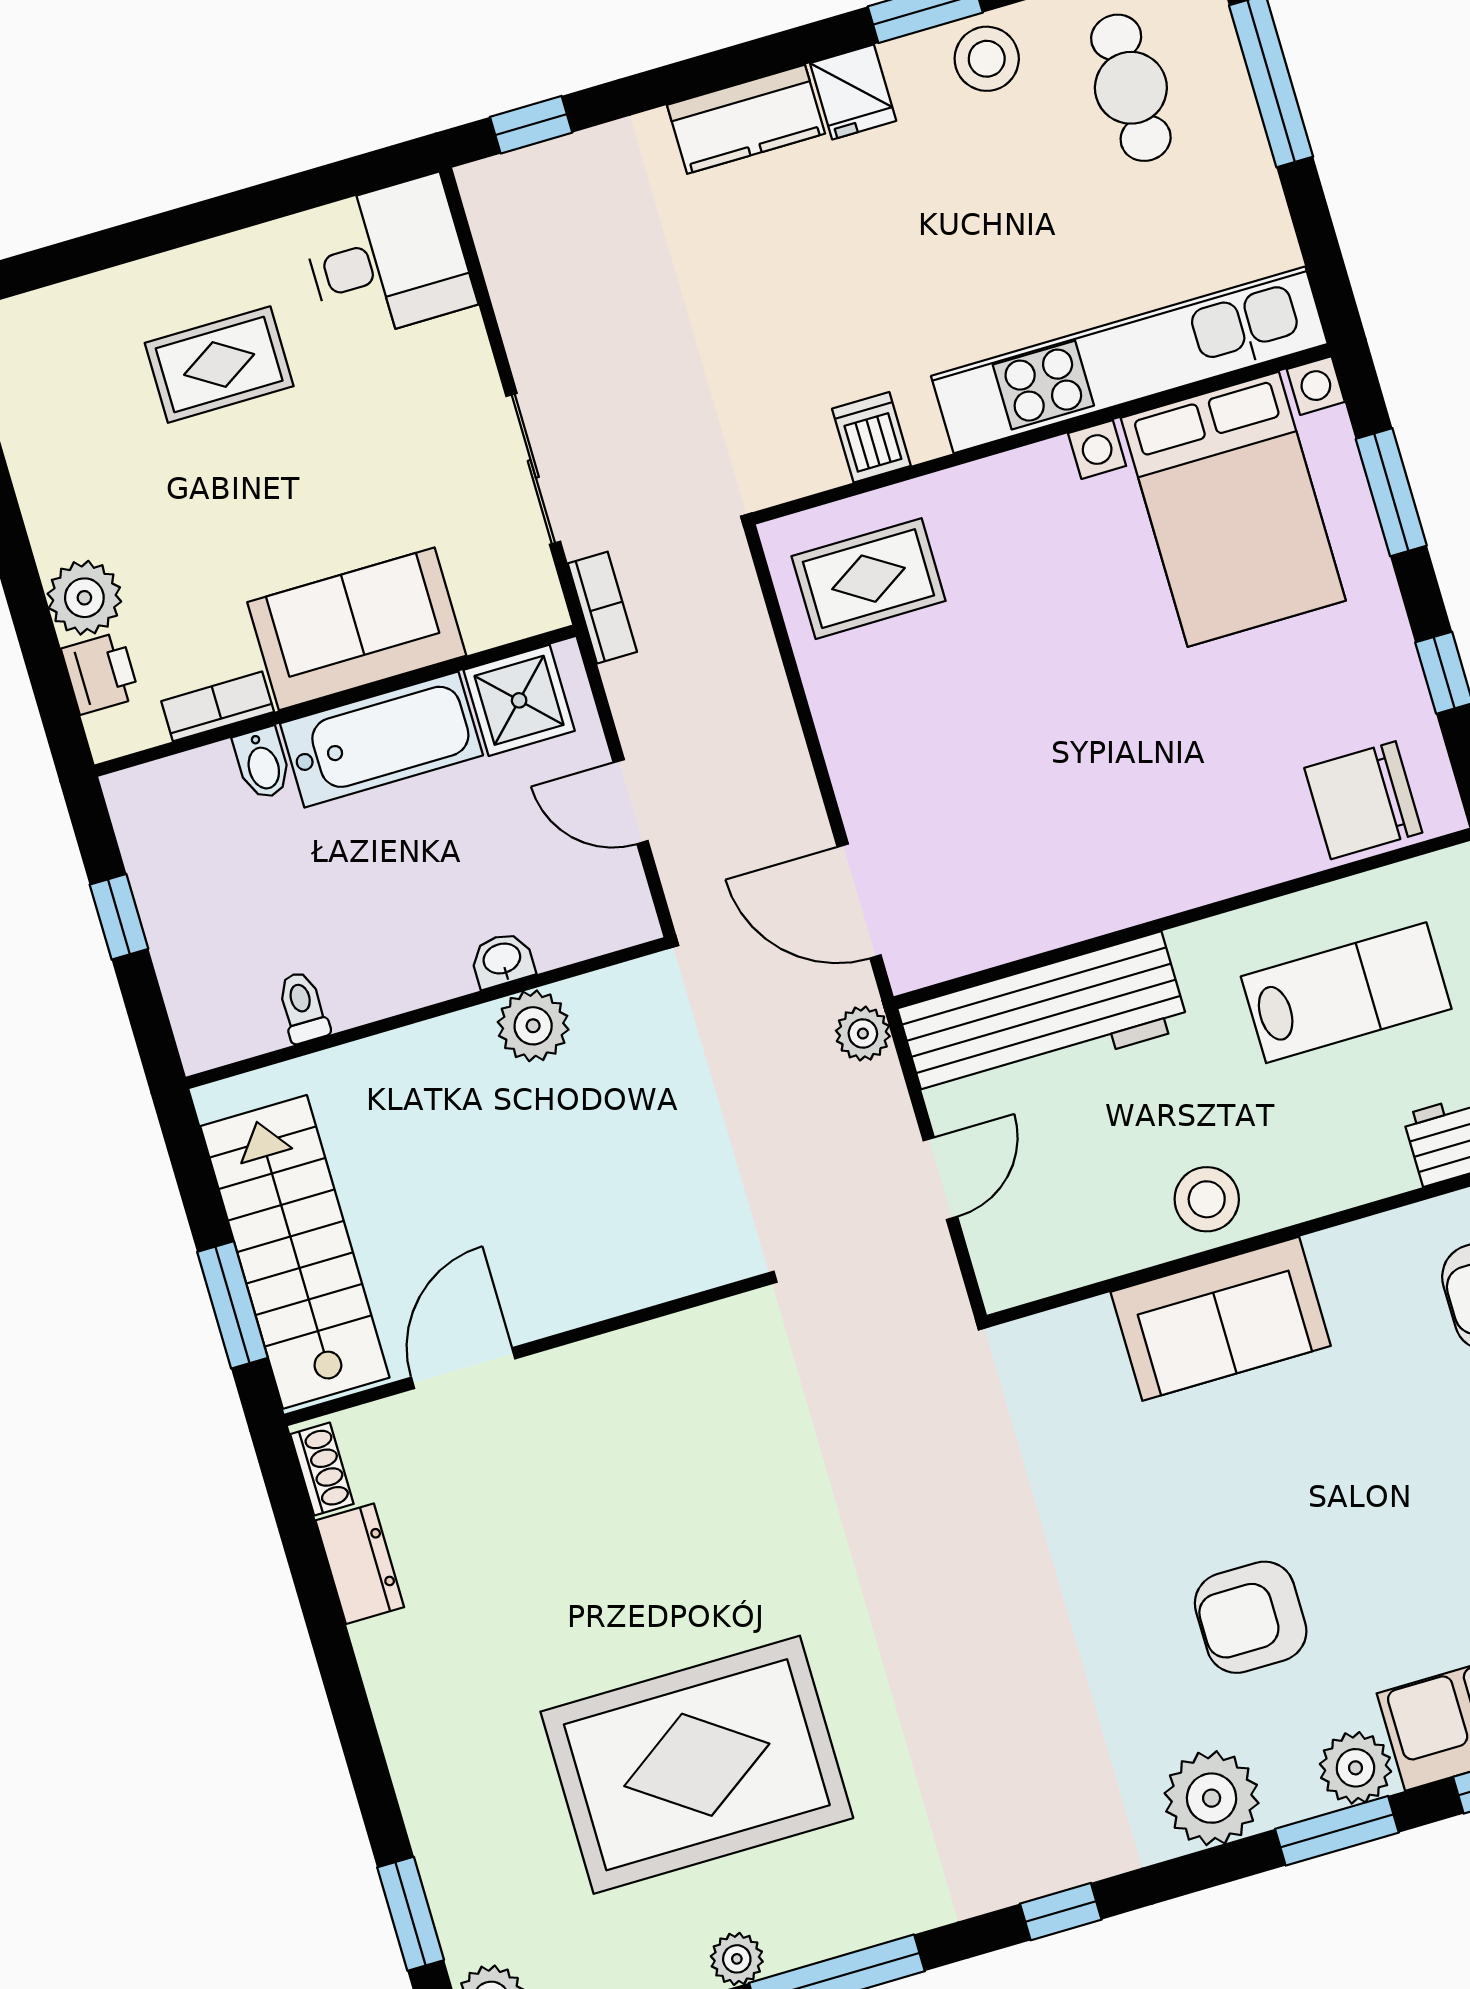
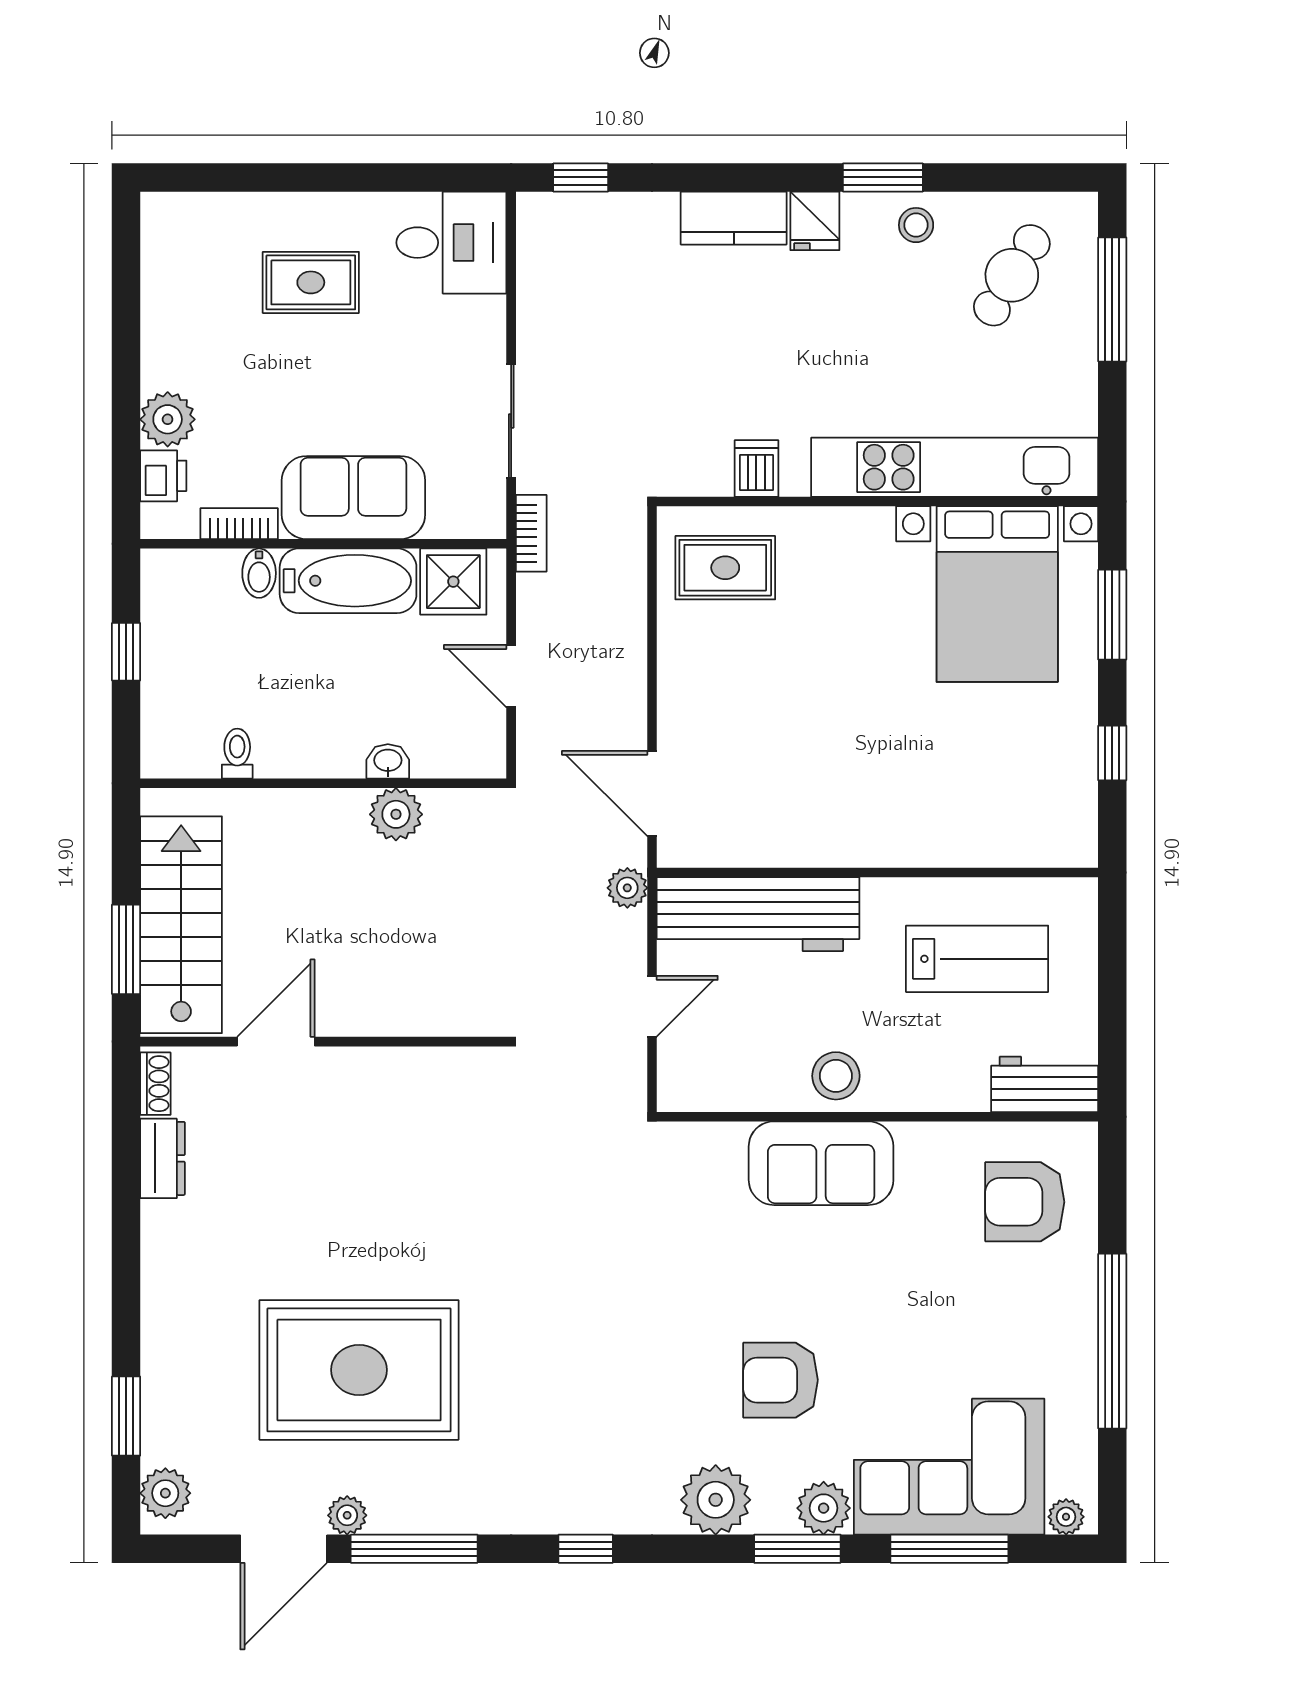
stool: (987, 59) -> (916, 225), width x0.73, depth x0.73
cafe table: (1131, 88) -> (1012, 275), turned 31
chair: (1363, 800) -> (1029, 826), removed

